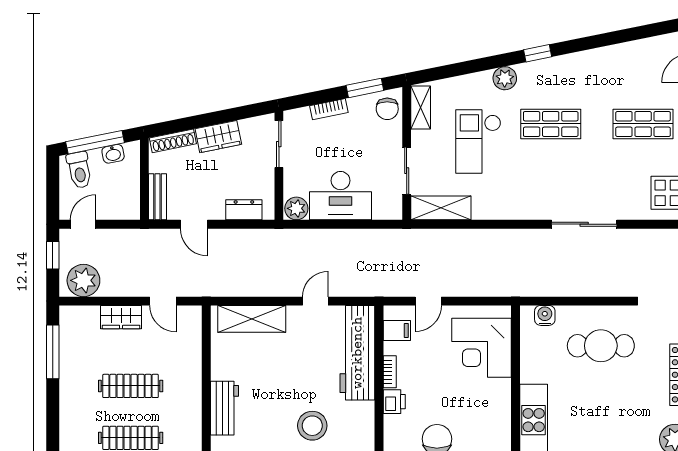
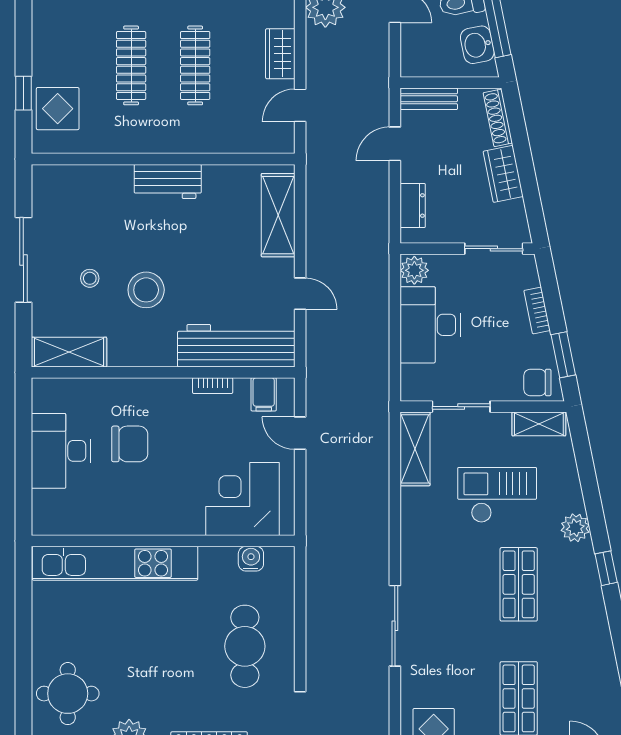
washbasin: (113, 154) -> (477, 45), width x1.38, depth x1.45
water cooler: (545, 315) -> (251, 559), moved, turned -90
printer: (394, 402) -> (176, 391), removed

